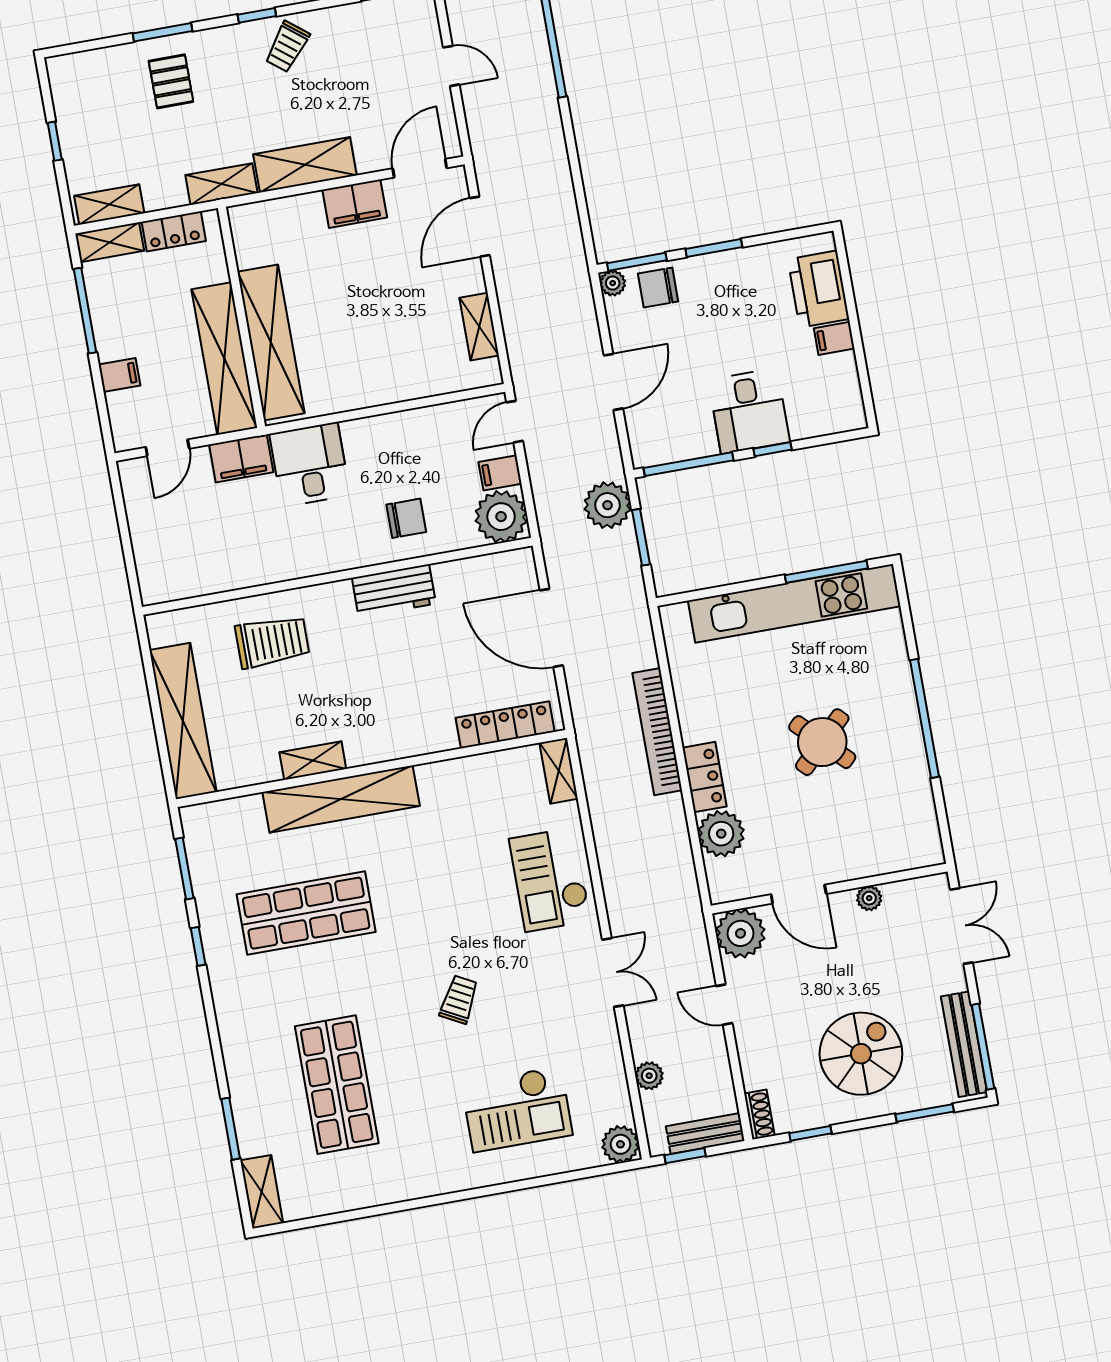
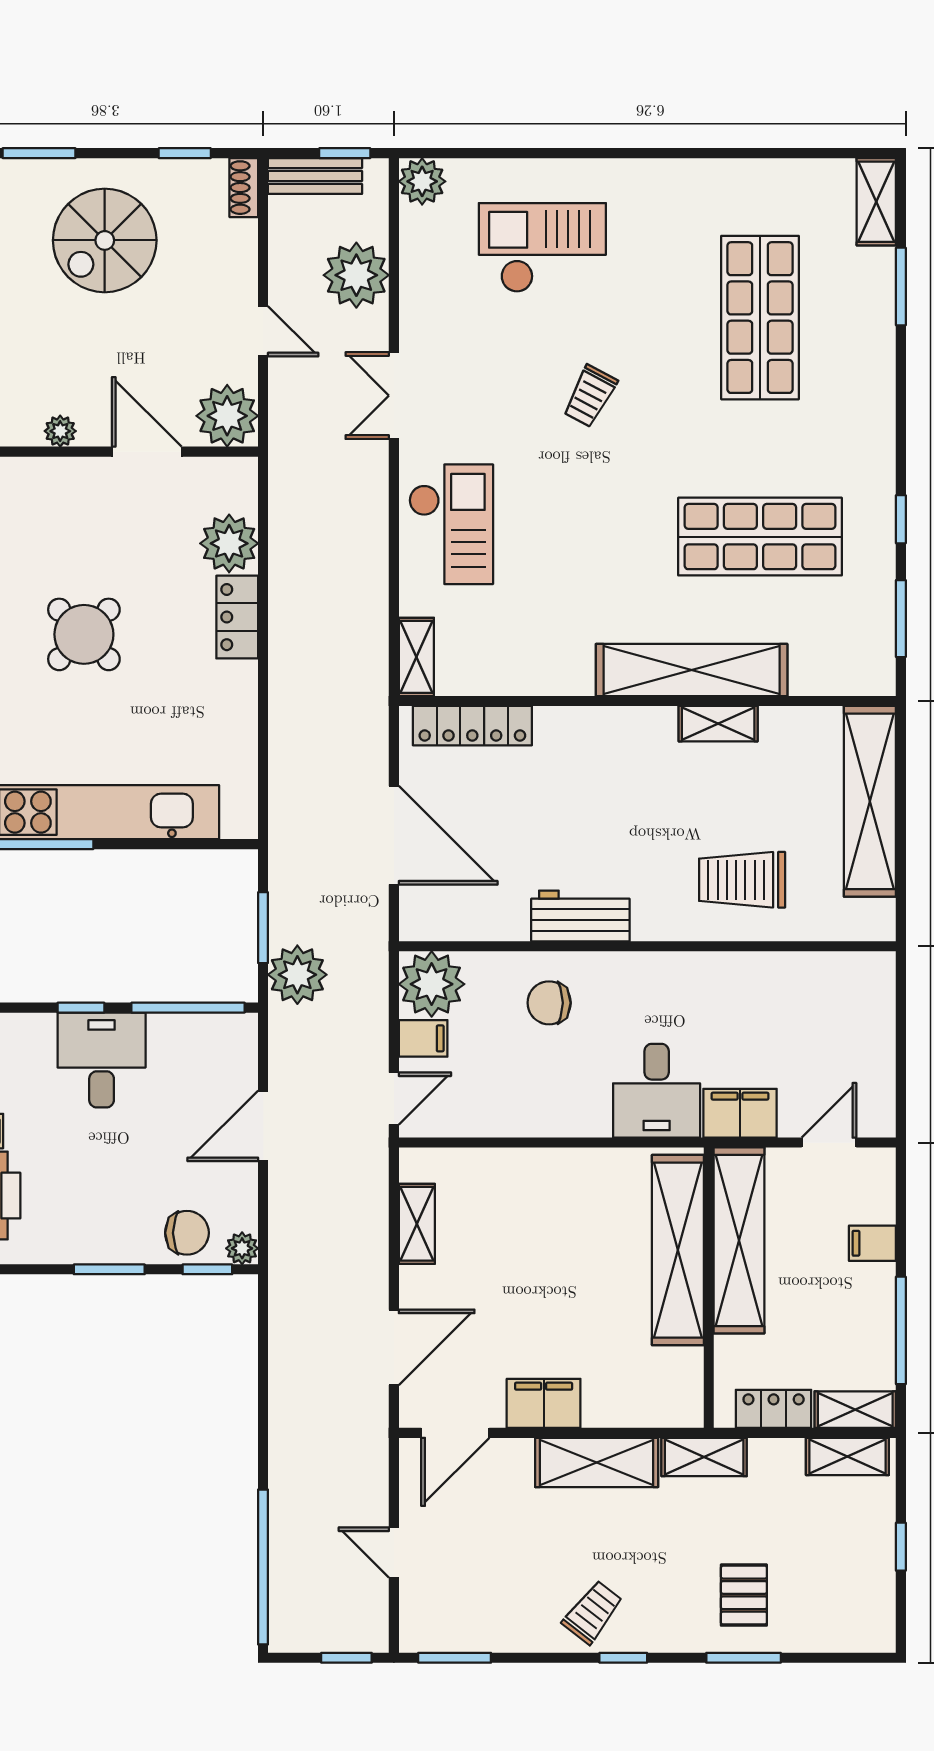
window: (637, 262) -> (207, 1269), width x0.67
bookcase: (657, 732) -> (286, 684), removed
plant: (649, 1076) -> (356, 275), width x1.87, depth x1.87

